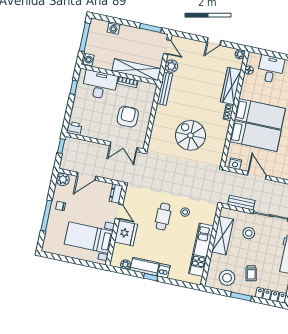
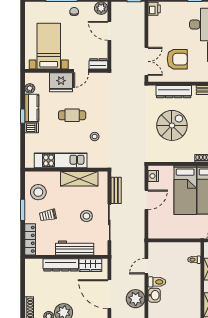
dresser: (158, 127) -> (174, 92), added
double door: (124, 147) -> (146, 61), swing flipped
cafe table: (163, 216) -> (72, 115), moved
stool: (249, 233) -> (86, 216), moved

